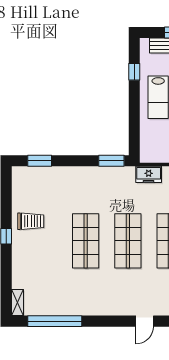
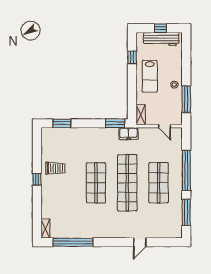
shelving: (146, 149) -> (141, 115), added
freezer: (149, 174) -> (129, 134), moved
shop shelf: (128, 241) -> (127, 183), width x1.40

